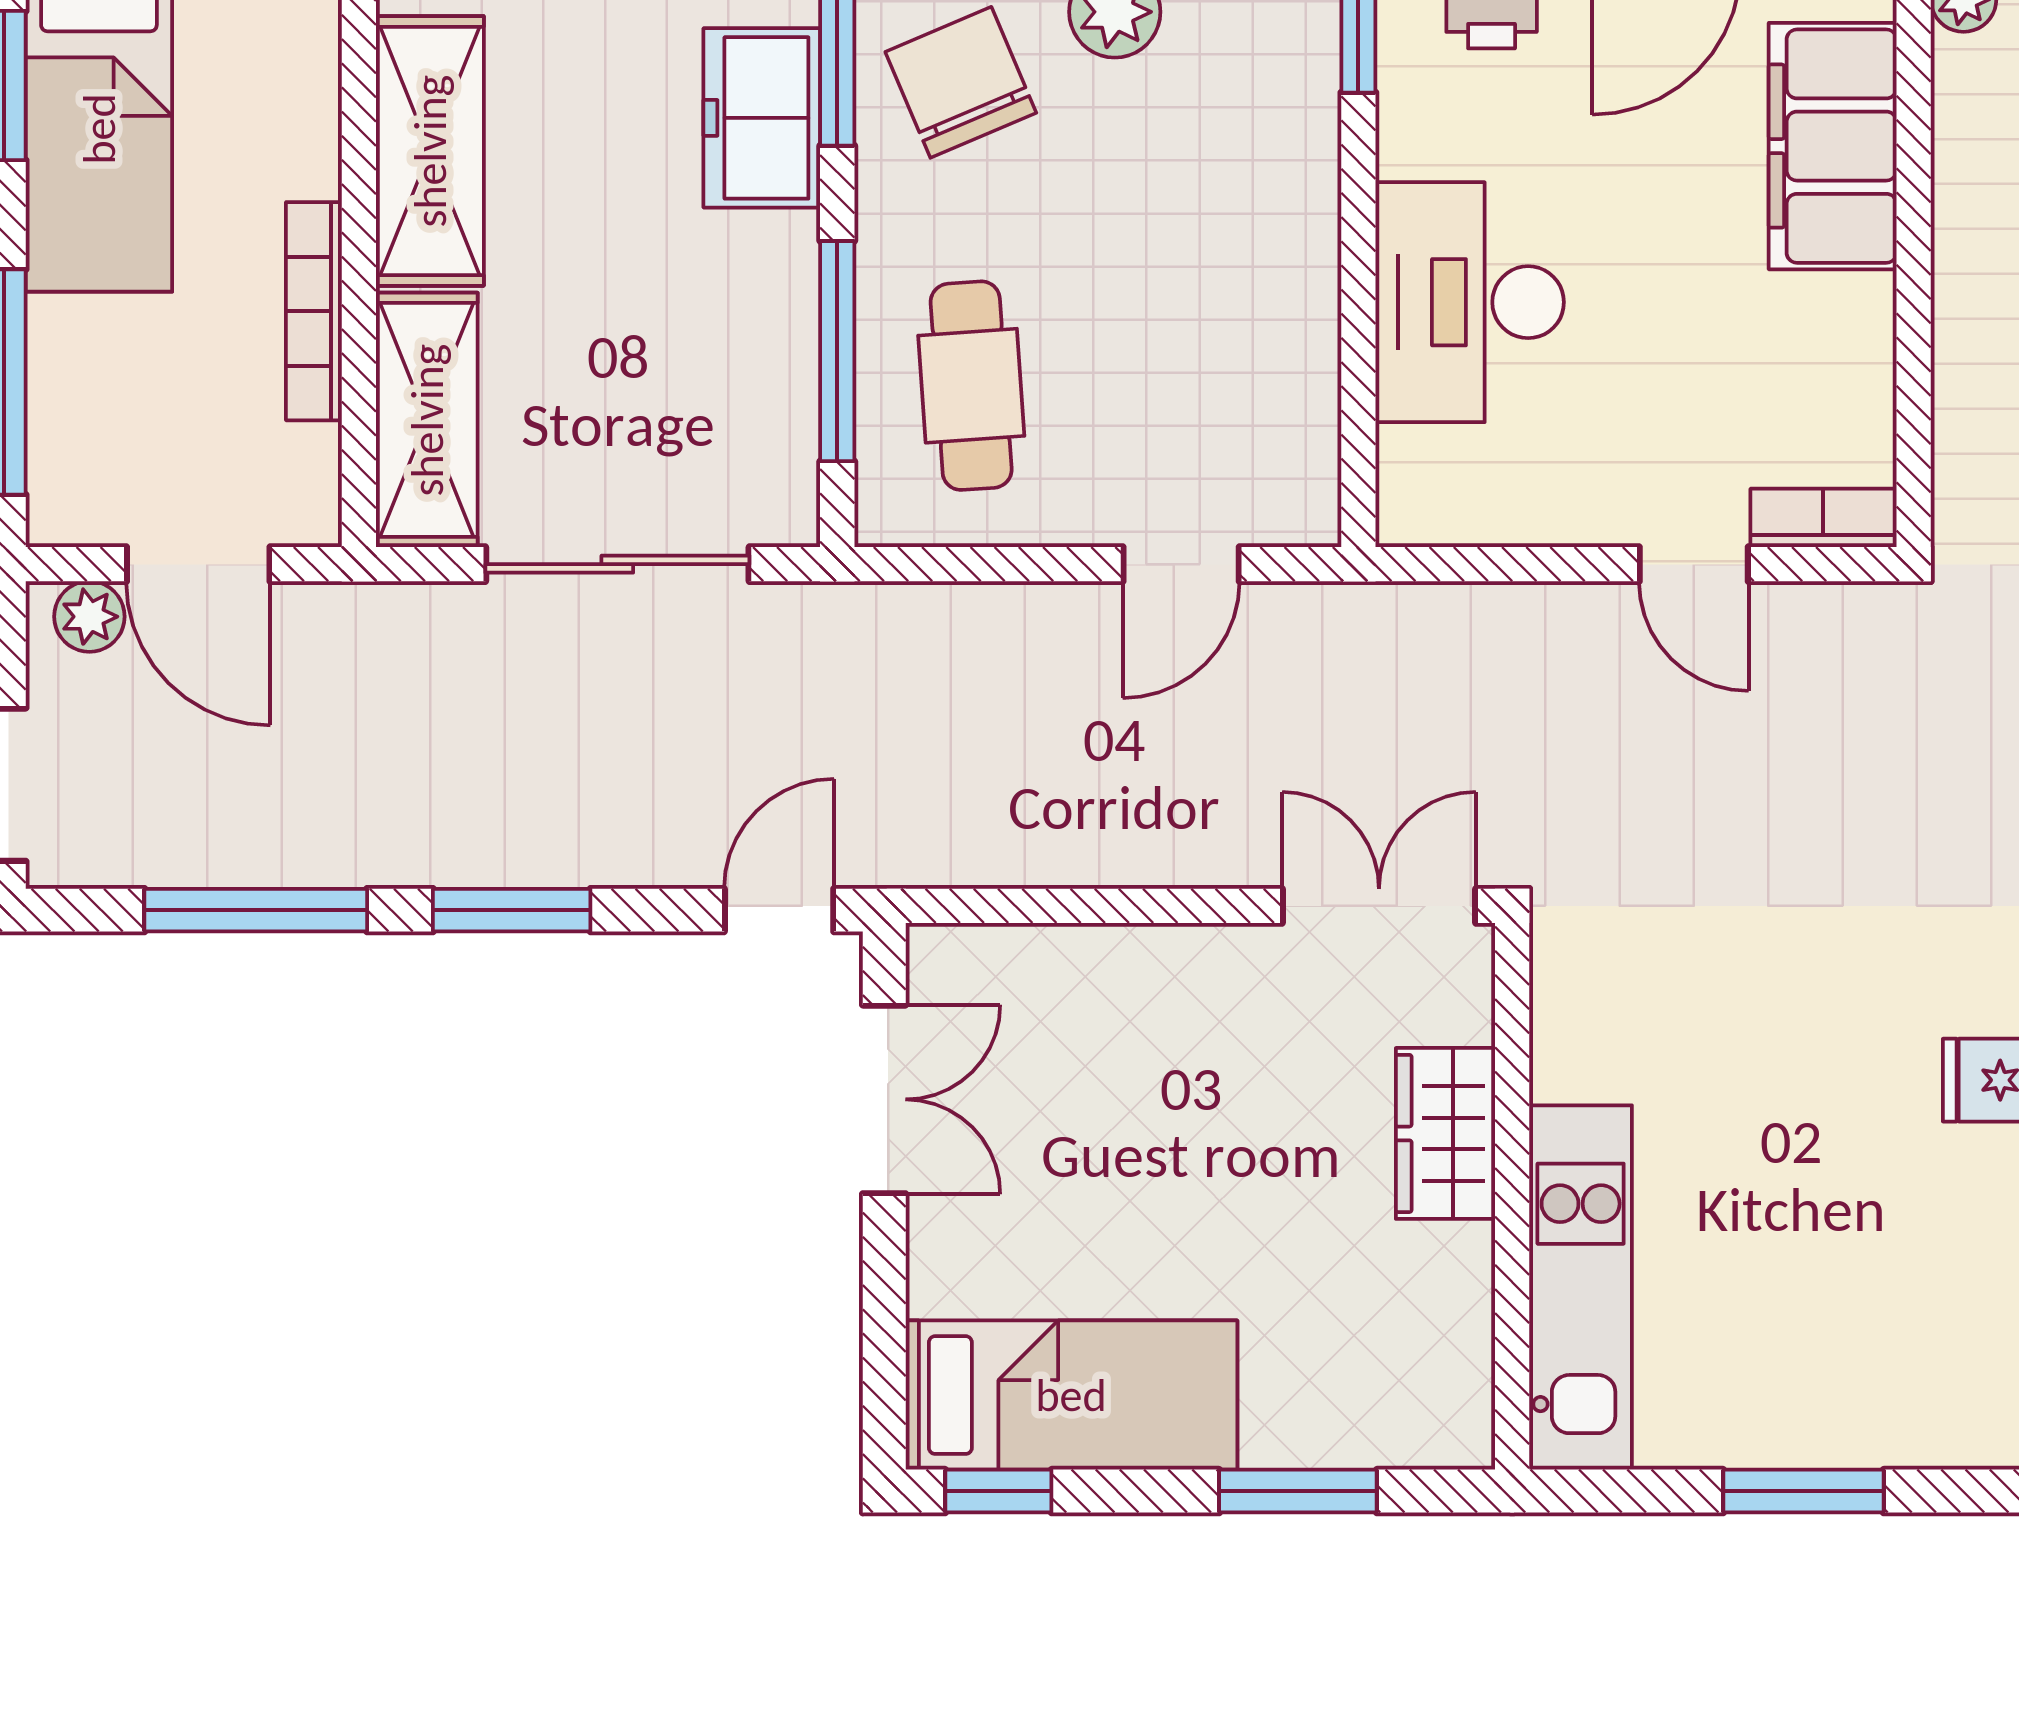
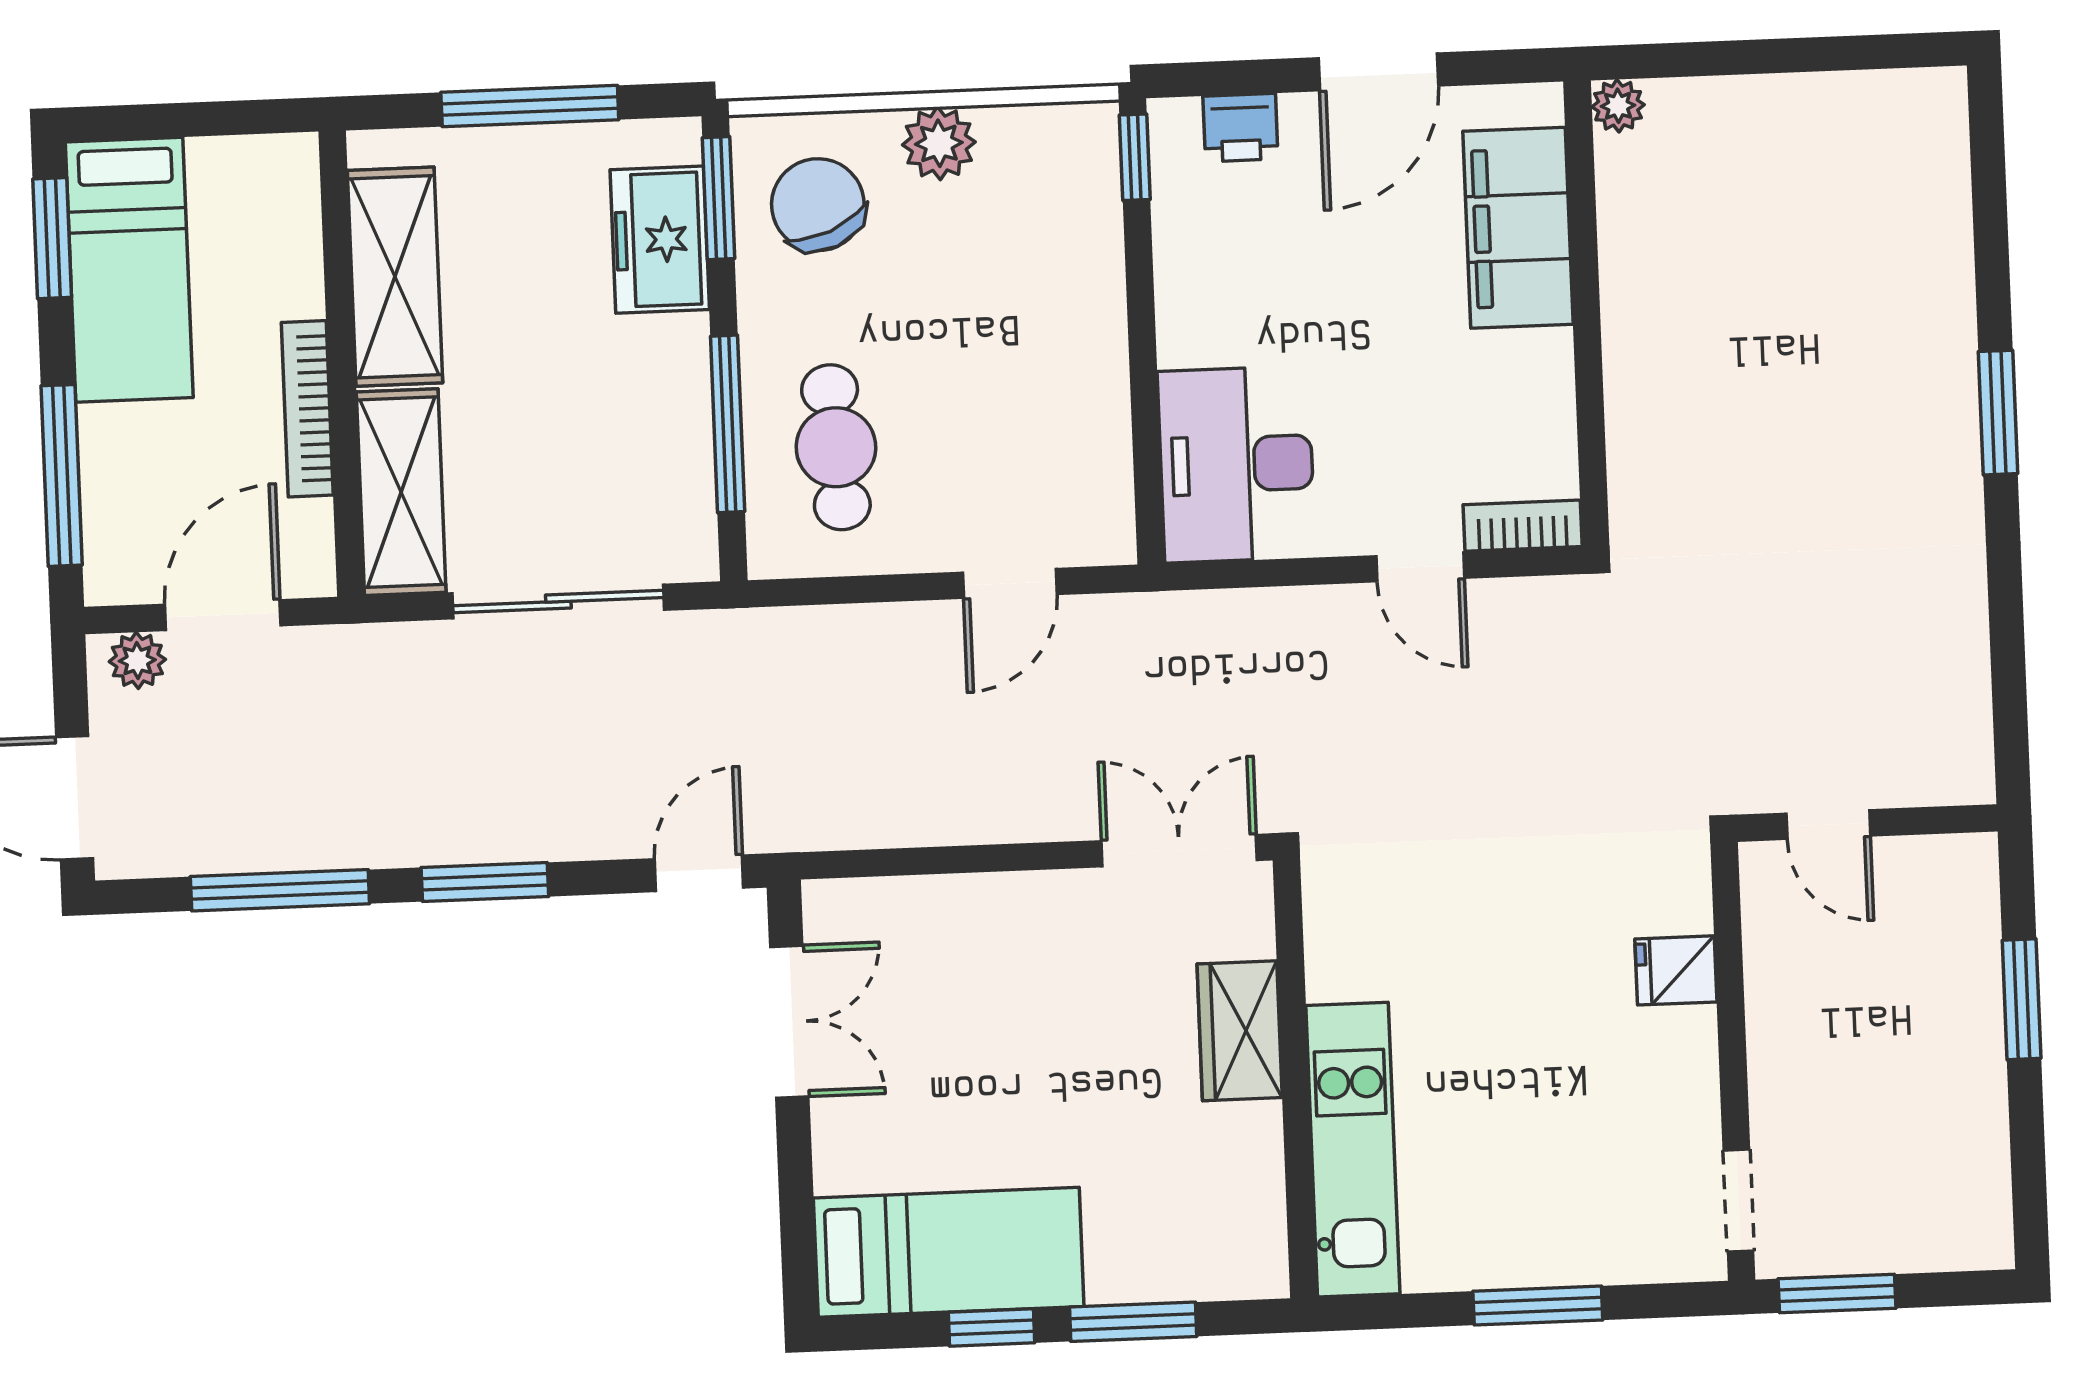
desk: (1470, 302) -> (1236, 464), moved
door: (198, 564) -> (223, 615), swing flipped
window: (998, 1491) -> (992, 1327), moved

